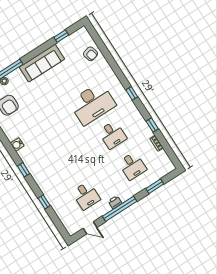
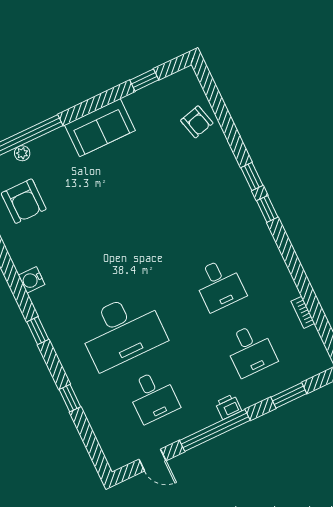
sofa: (42, 63) -> (100, 128), width x0.73
desk: (92, 104) -> (122, 331), moved
window: (152, 125) -> (252, 176), moved
printer: (115, 202) -> (228, 407), moved

